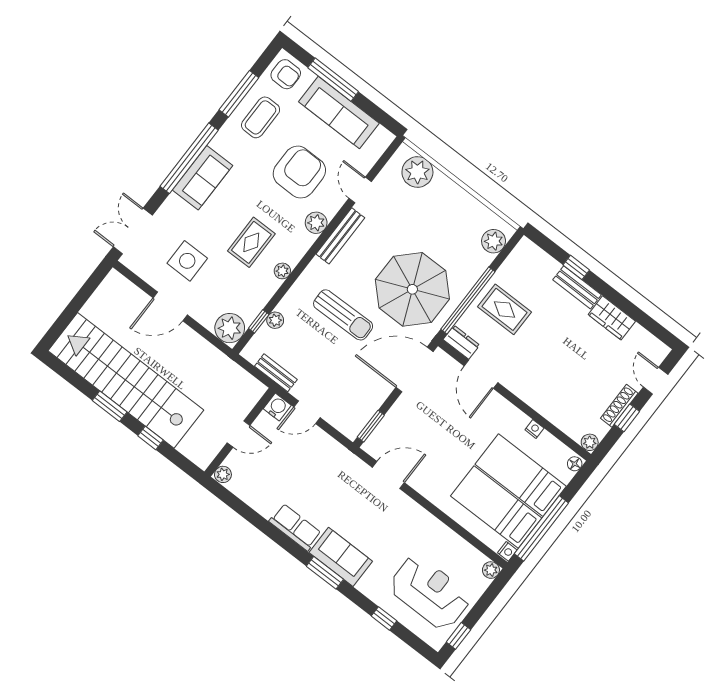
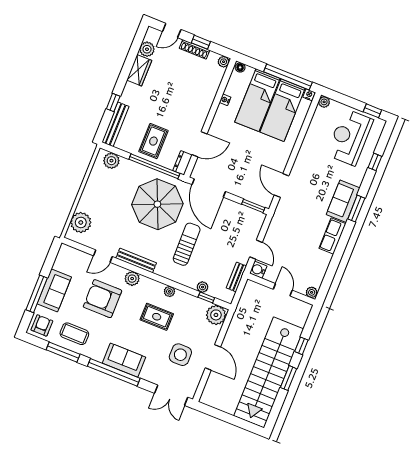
sofa: (339, 113) -> (54, 290), width x0.73
bench: (577, 287) -> (115, 124), moved, width x1.36
plant: (639, 338) -> (147, 49), added

